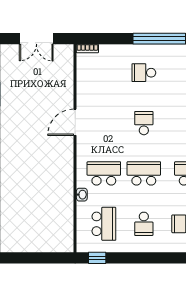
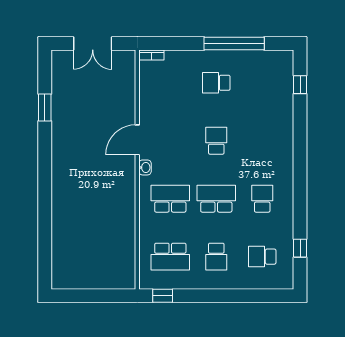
washbasin: (82, 195) -> (145, 167), moved
school desk: (104, 224) -> (170, 257), turned 90

